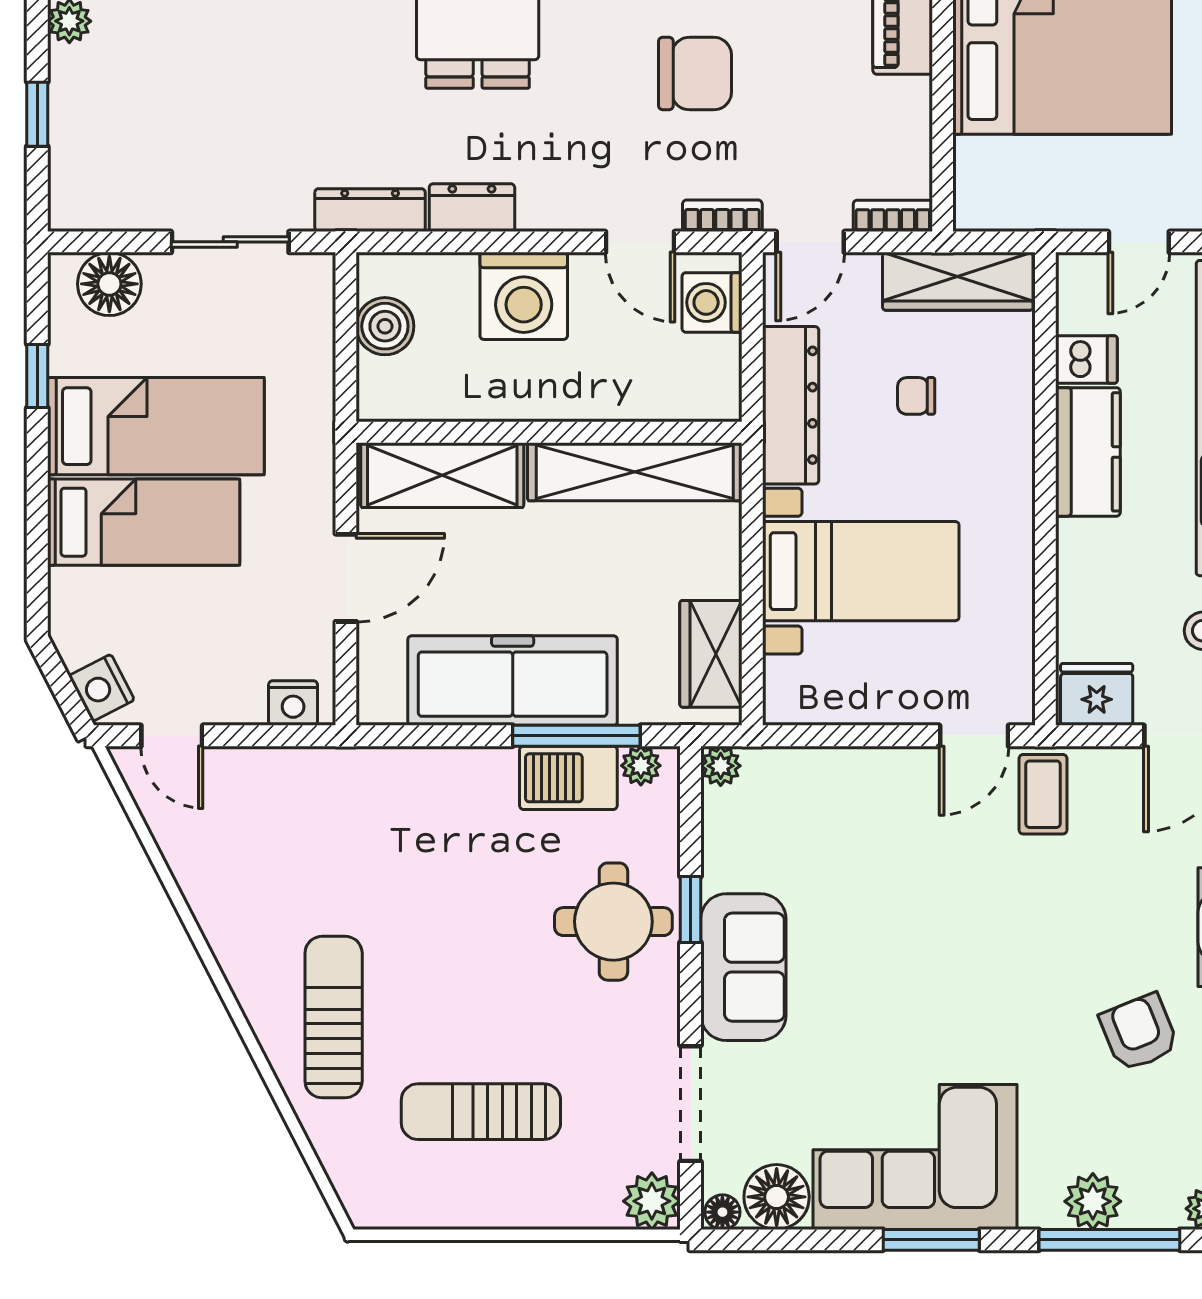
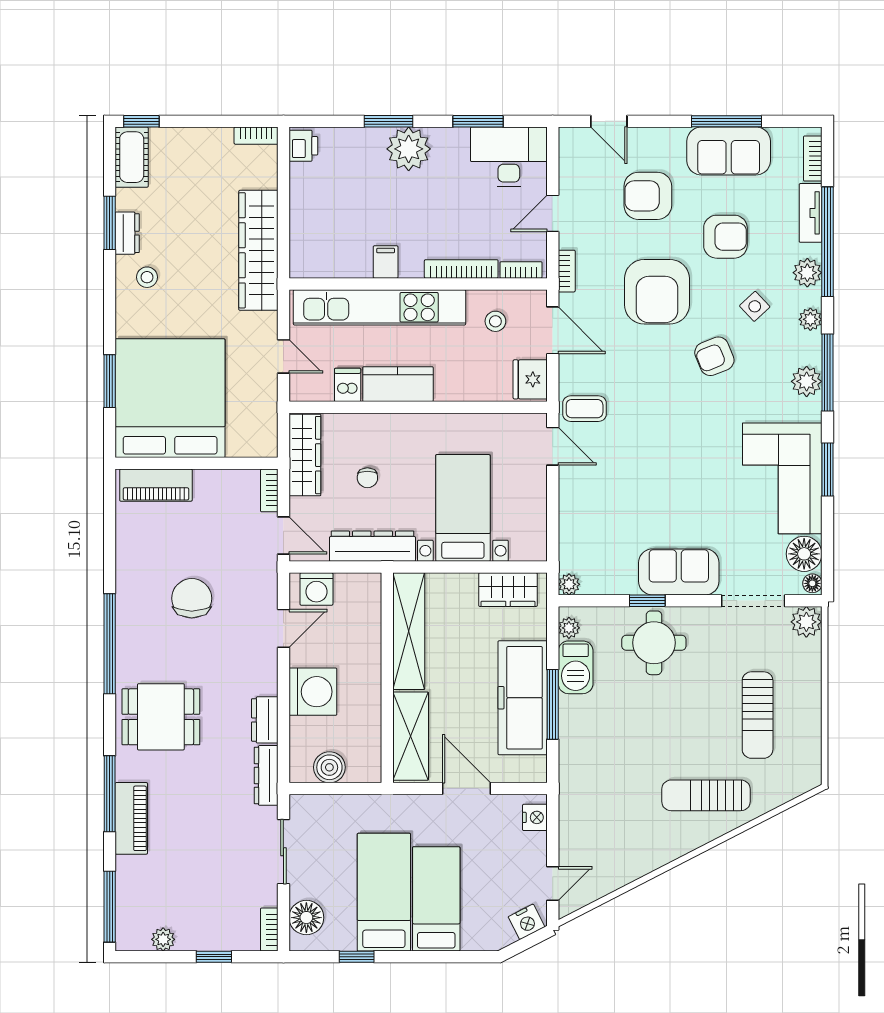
bookcase: (722, 216) -> (269, 930), moved
window: (576, 736) -> (553, 704), moved

